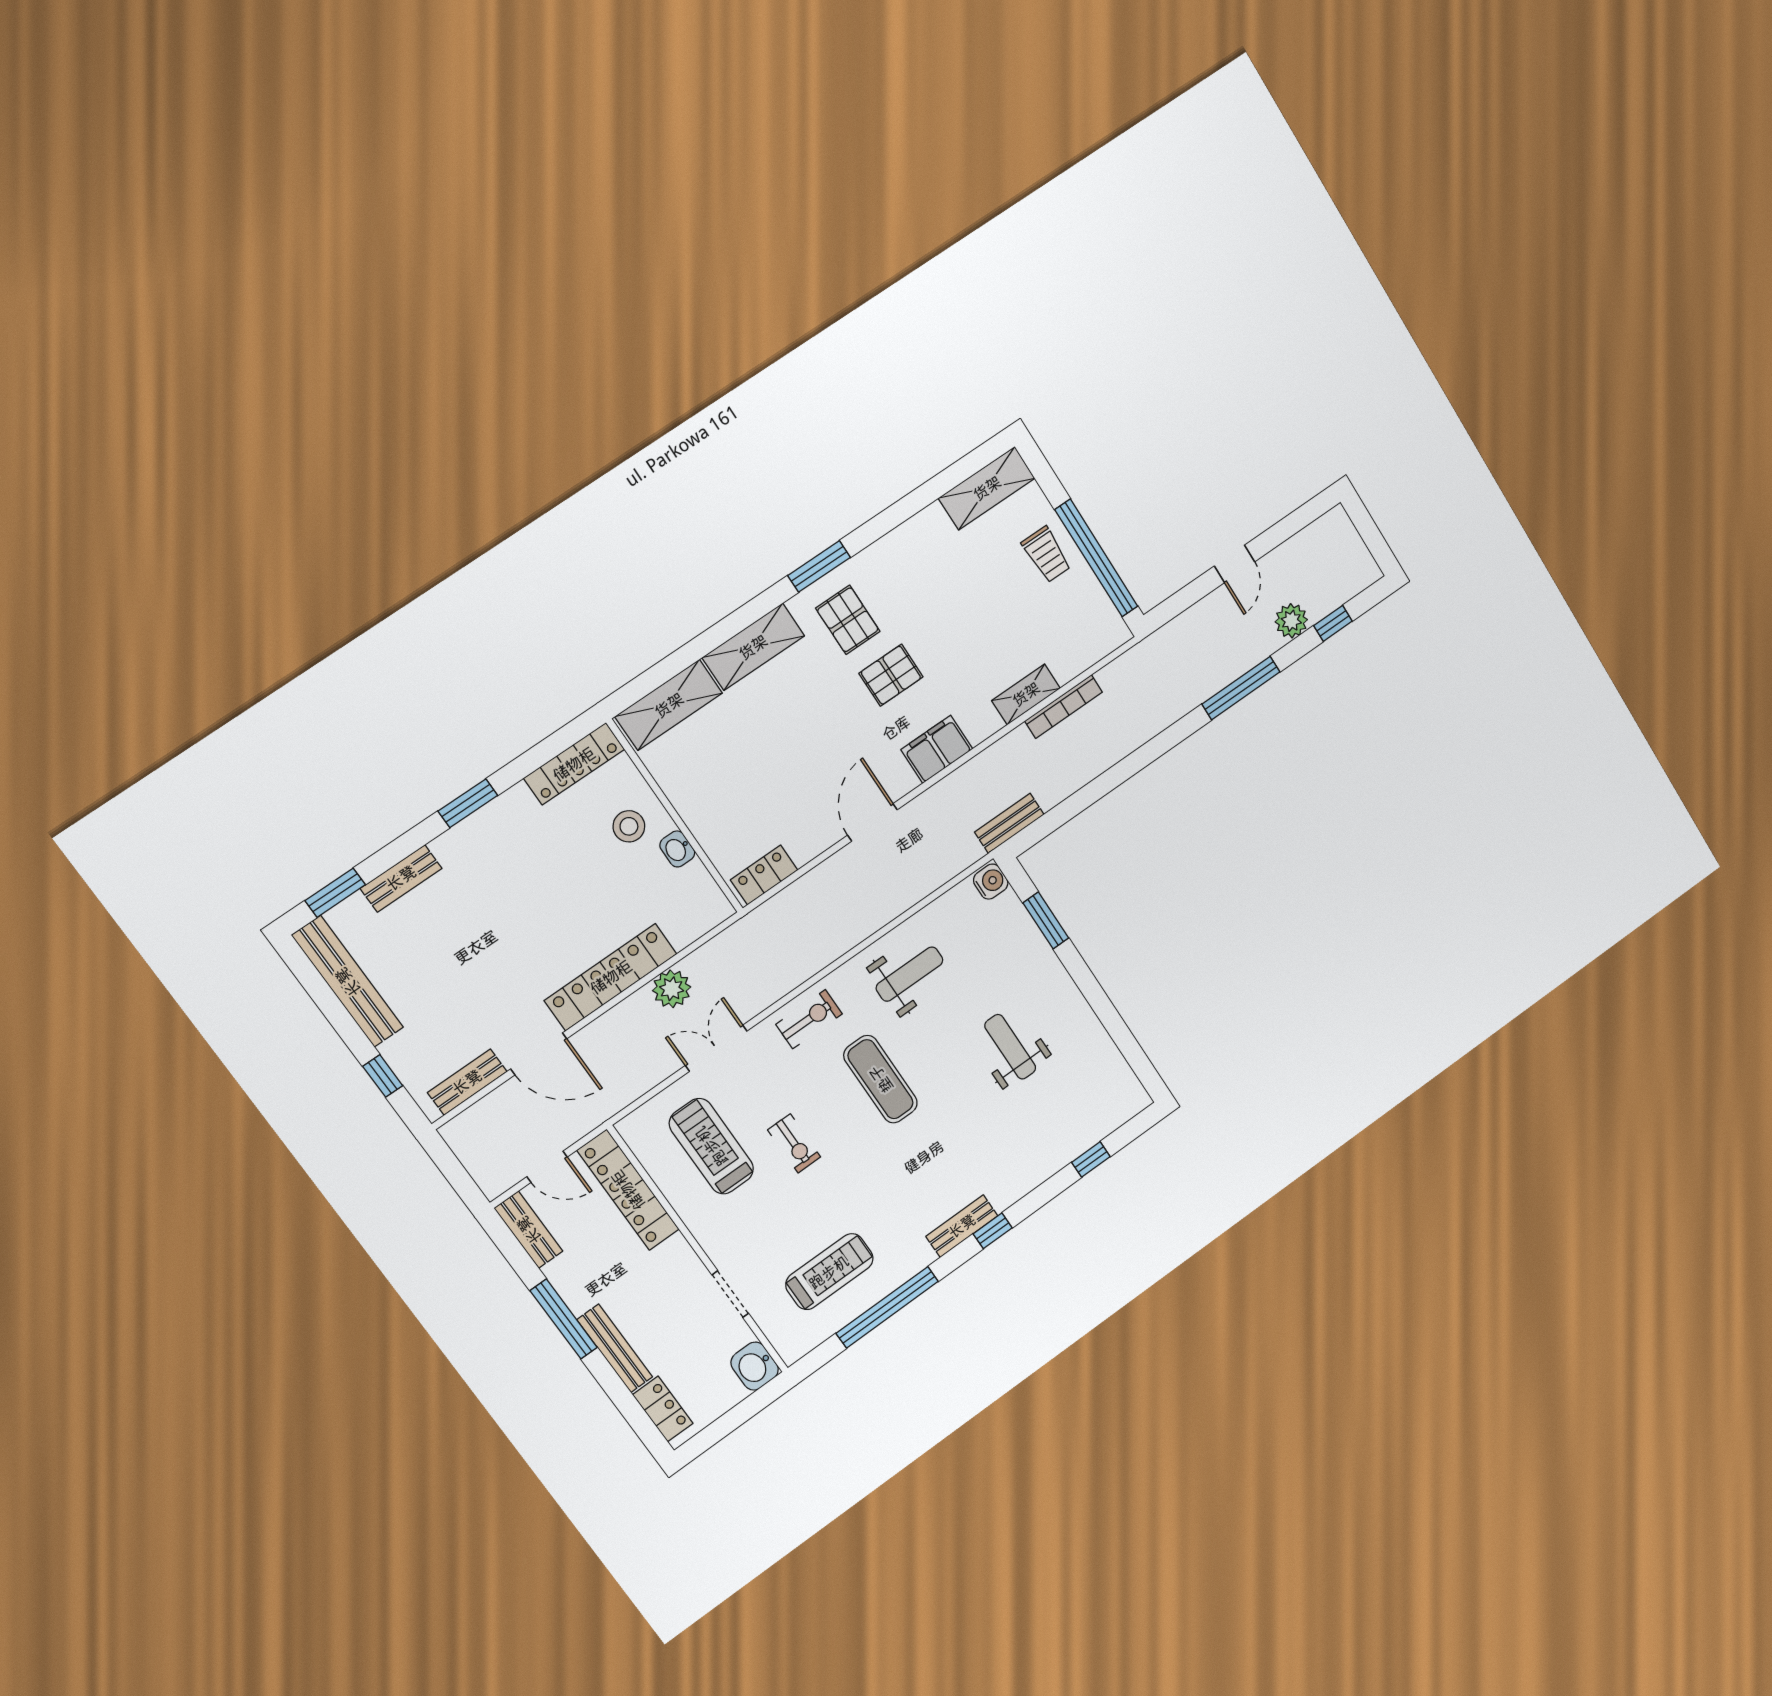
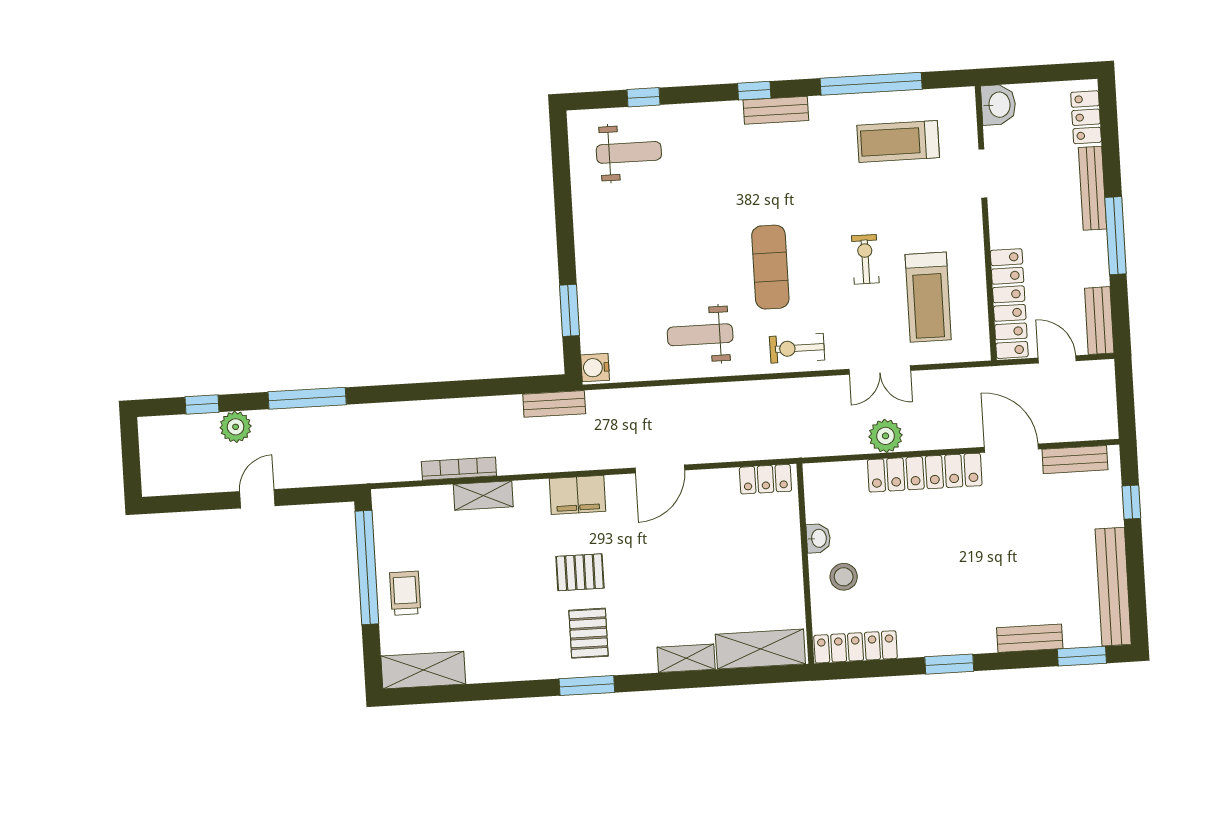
shelving: (753, 647) -> (686, 658), width x0.67, depth x0.75
weight bench: (1010, 1047) -> (629, 152), moved, turned -90

